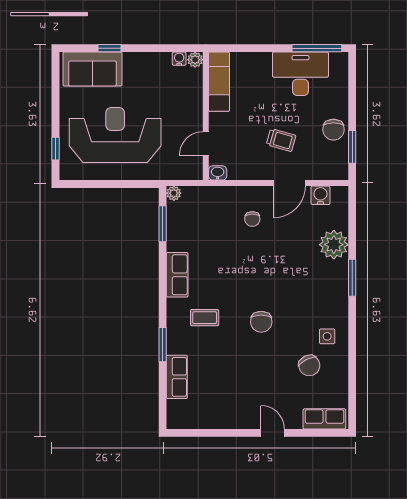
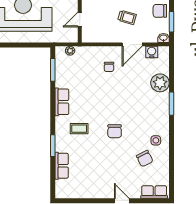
chair: (333, 130) -> (160, 11), turned 90
washbasin: (218, 173) -> (163, 38), moved
plant: (174, 193) -> (70, 51), moved

